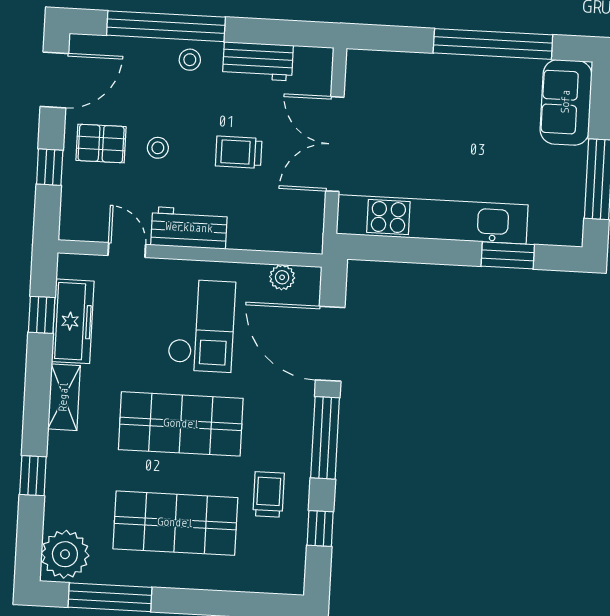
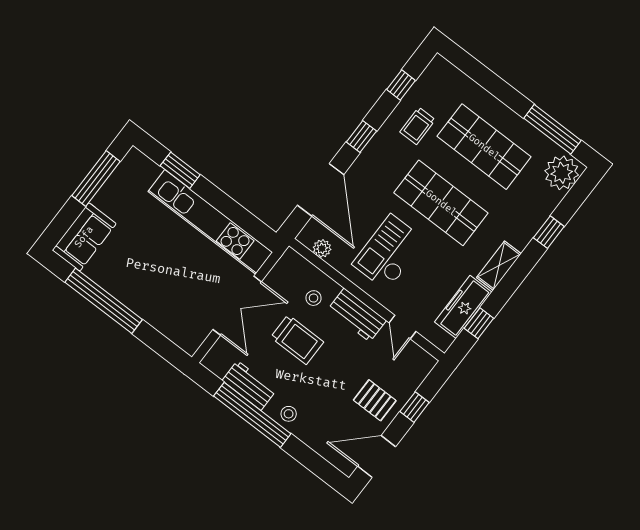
window: (166, 26) -> (252, 415), moved
stool: (158, 148) -> (314, 298), moved
trolley: (239, 152) -> (297, 340), width x1.36, depth x1.39
window: (325, 438) -> (361, 136), width x0.46

